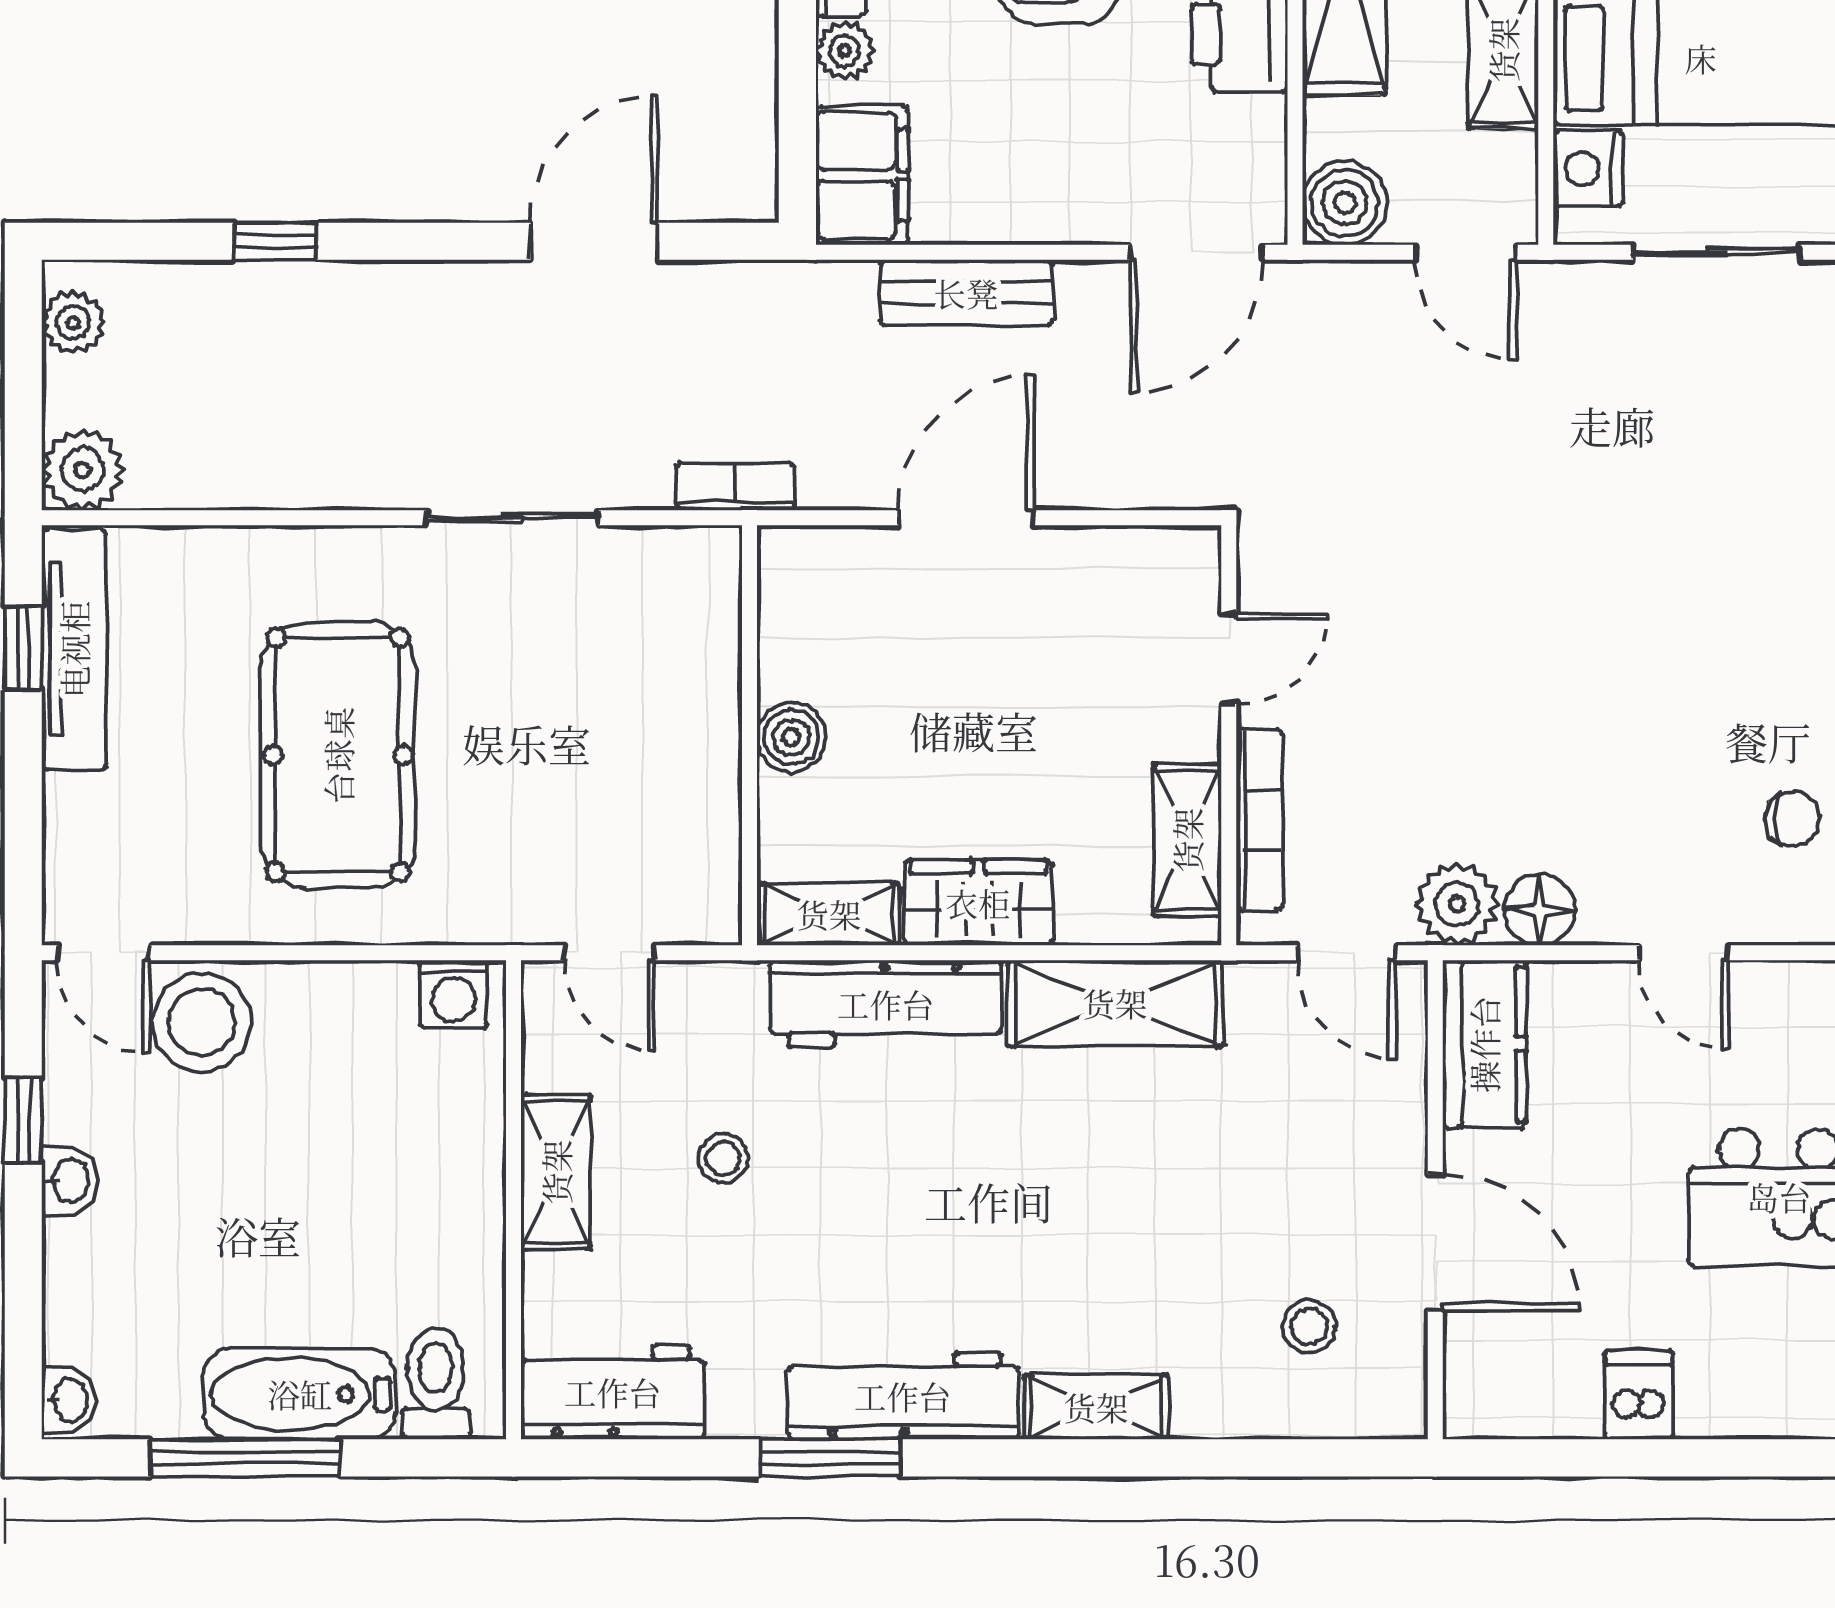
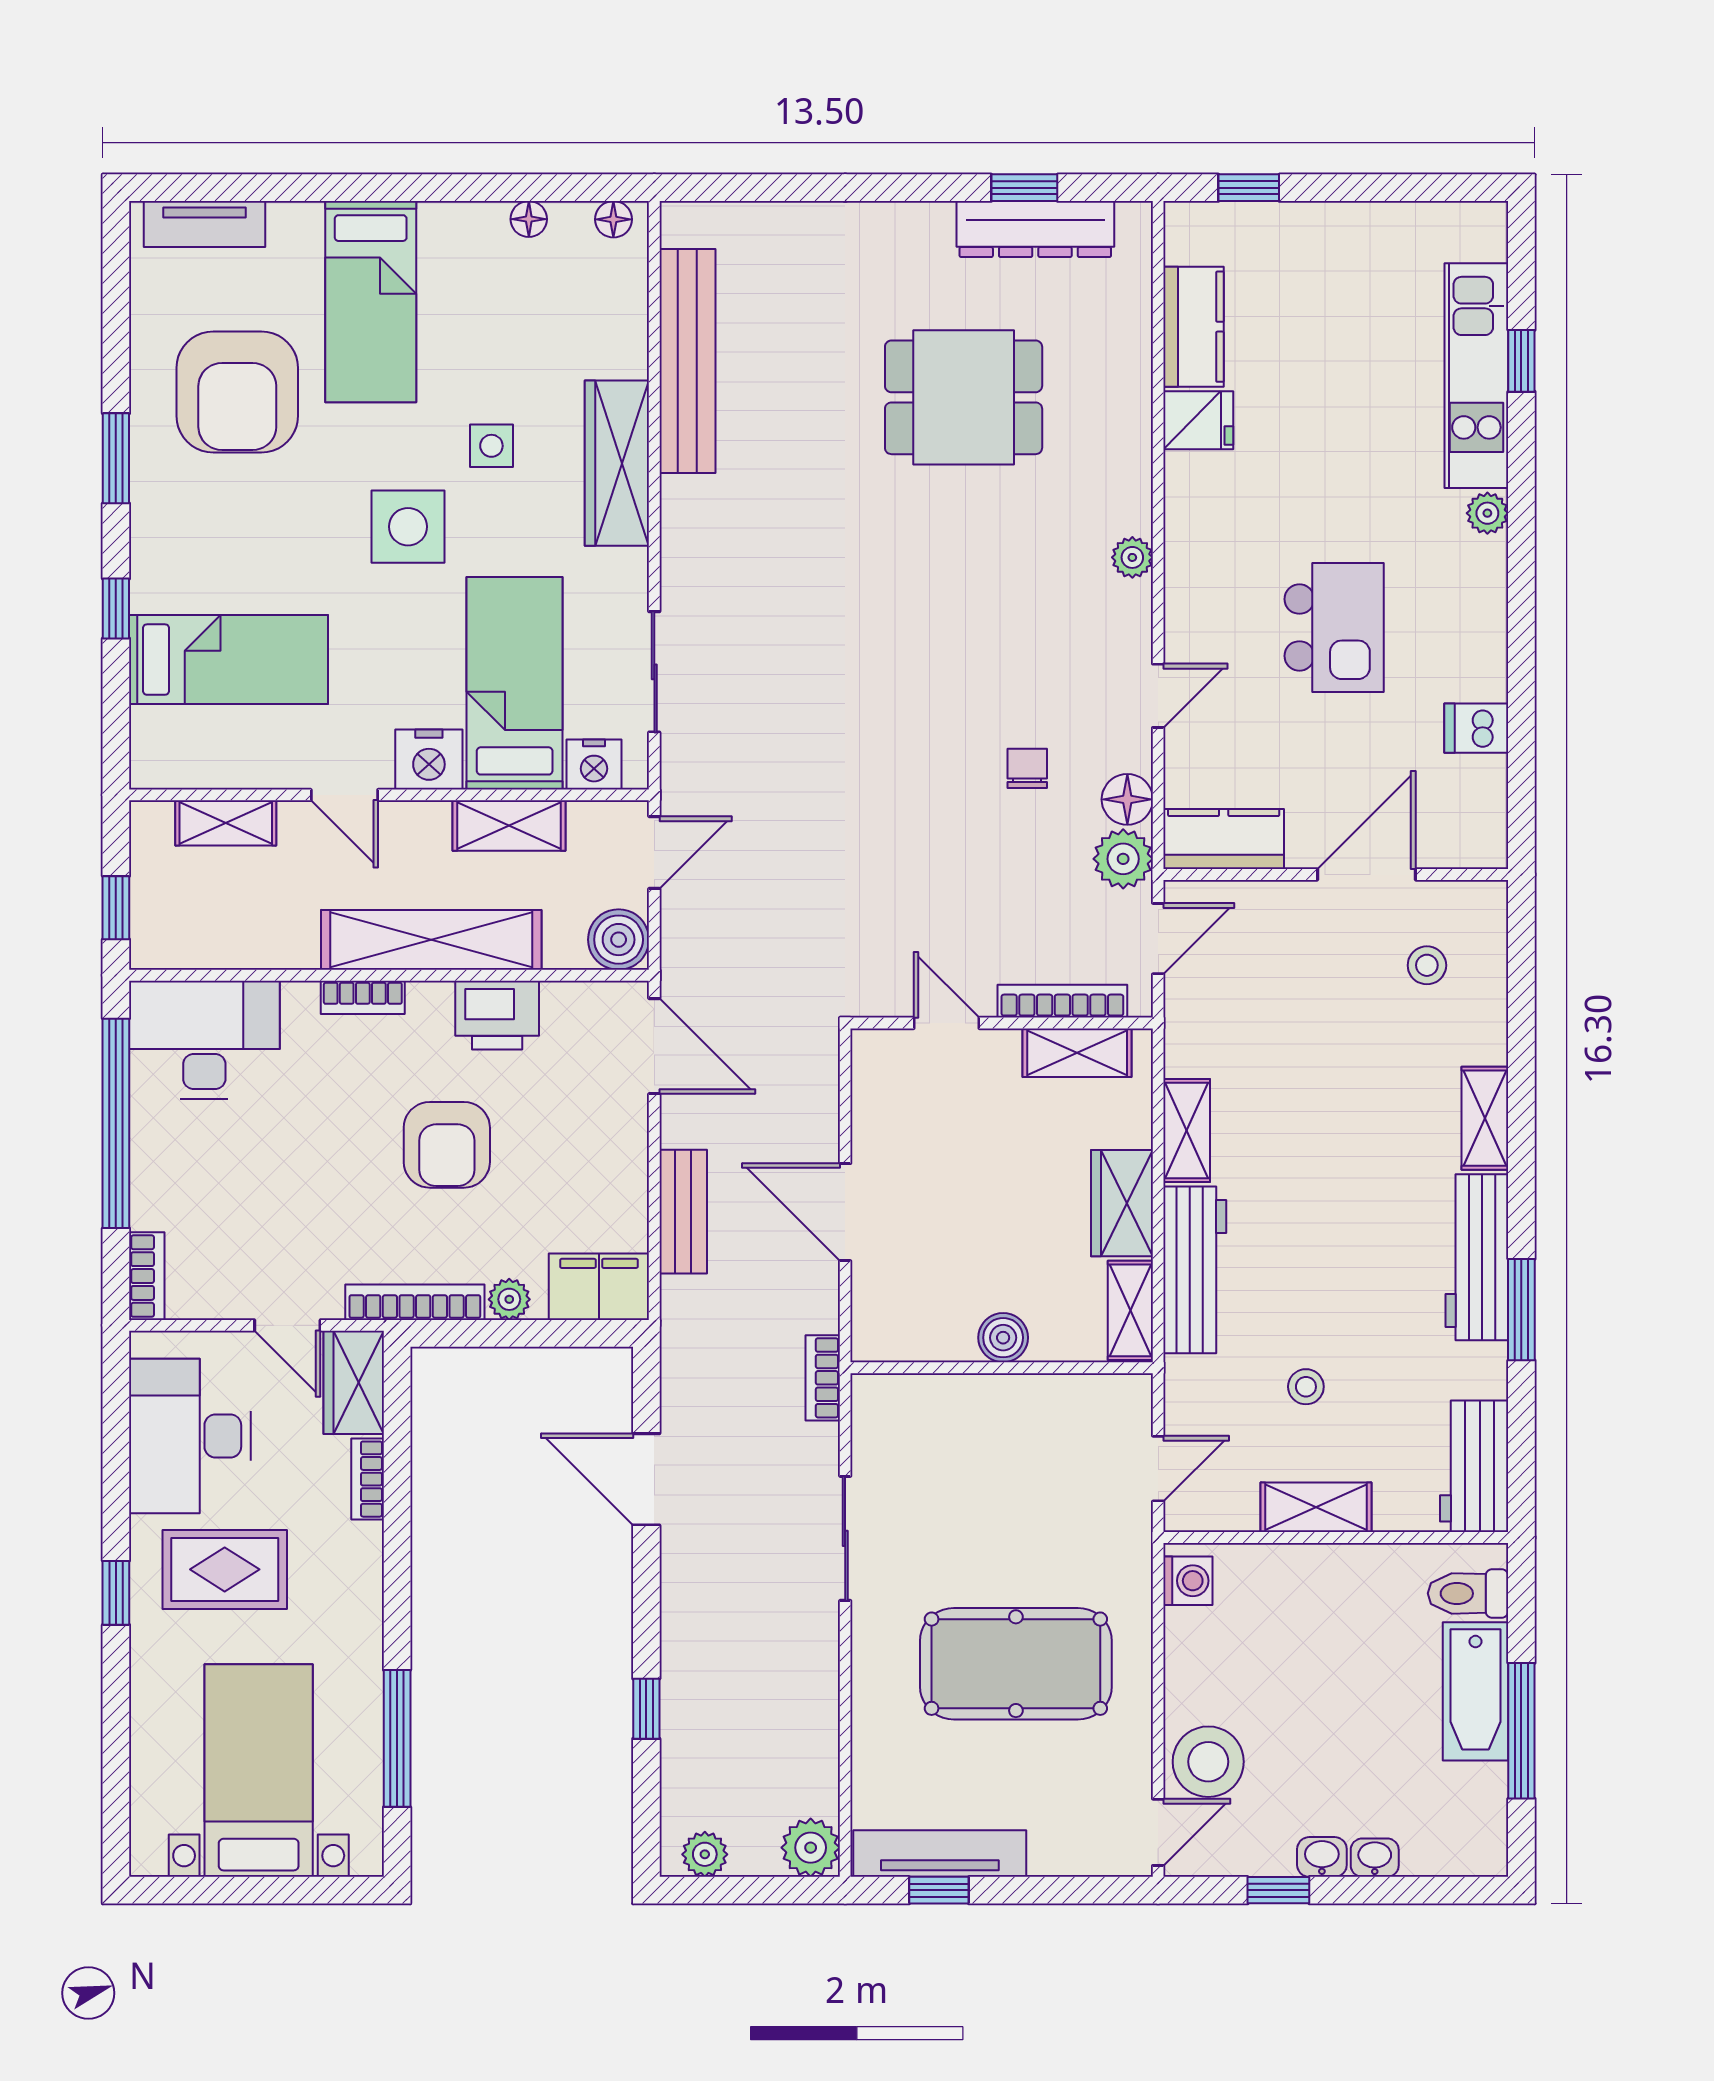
chair: (1792, 819) -> (1027, 768), moved
shelving: (1115, 1003) -> (1187, 1130), width x0.67, depth x0.75
washbasin: (69, 1400) -> (1375, 1858), moved

